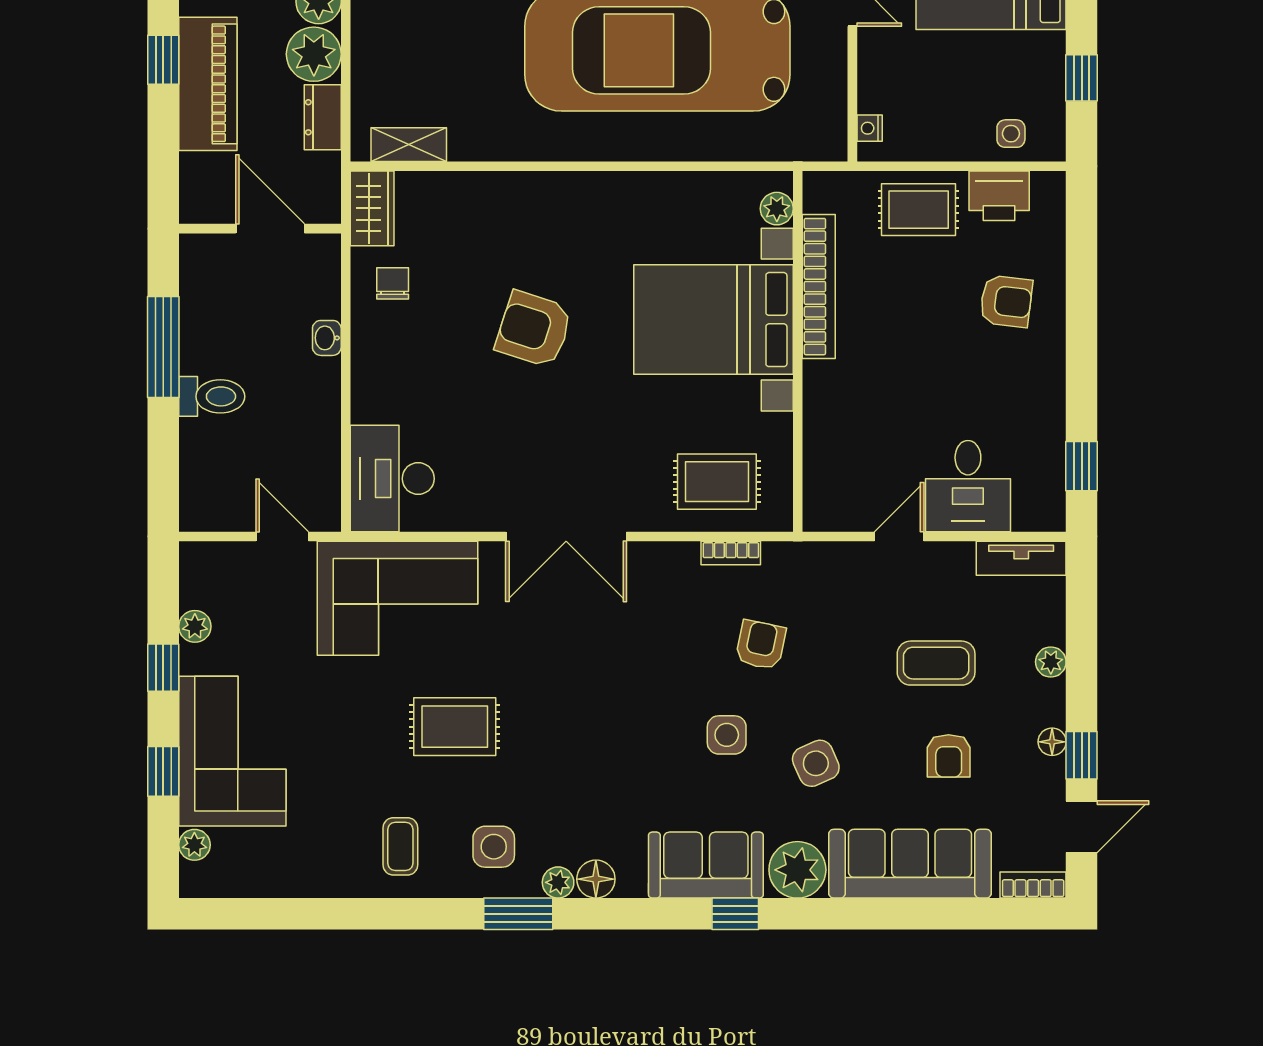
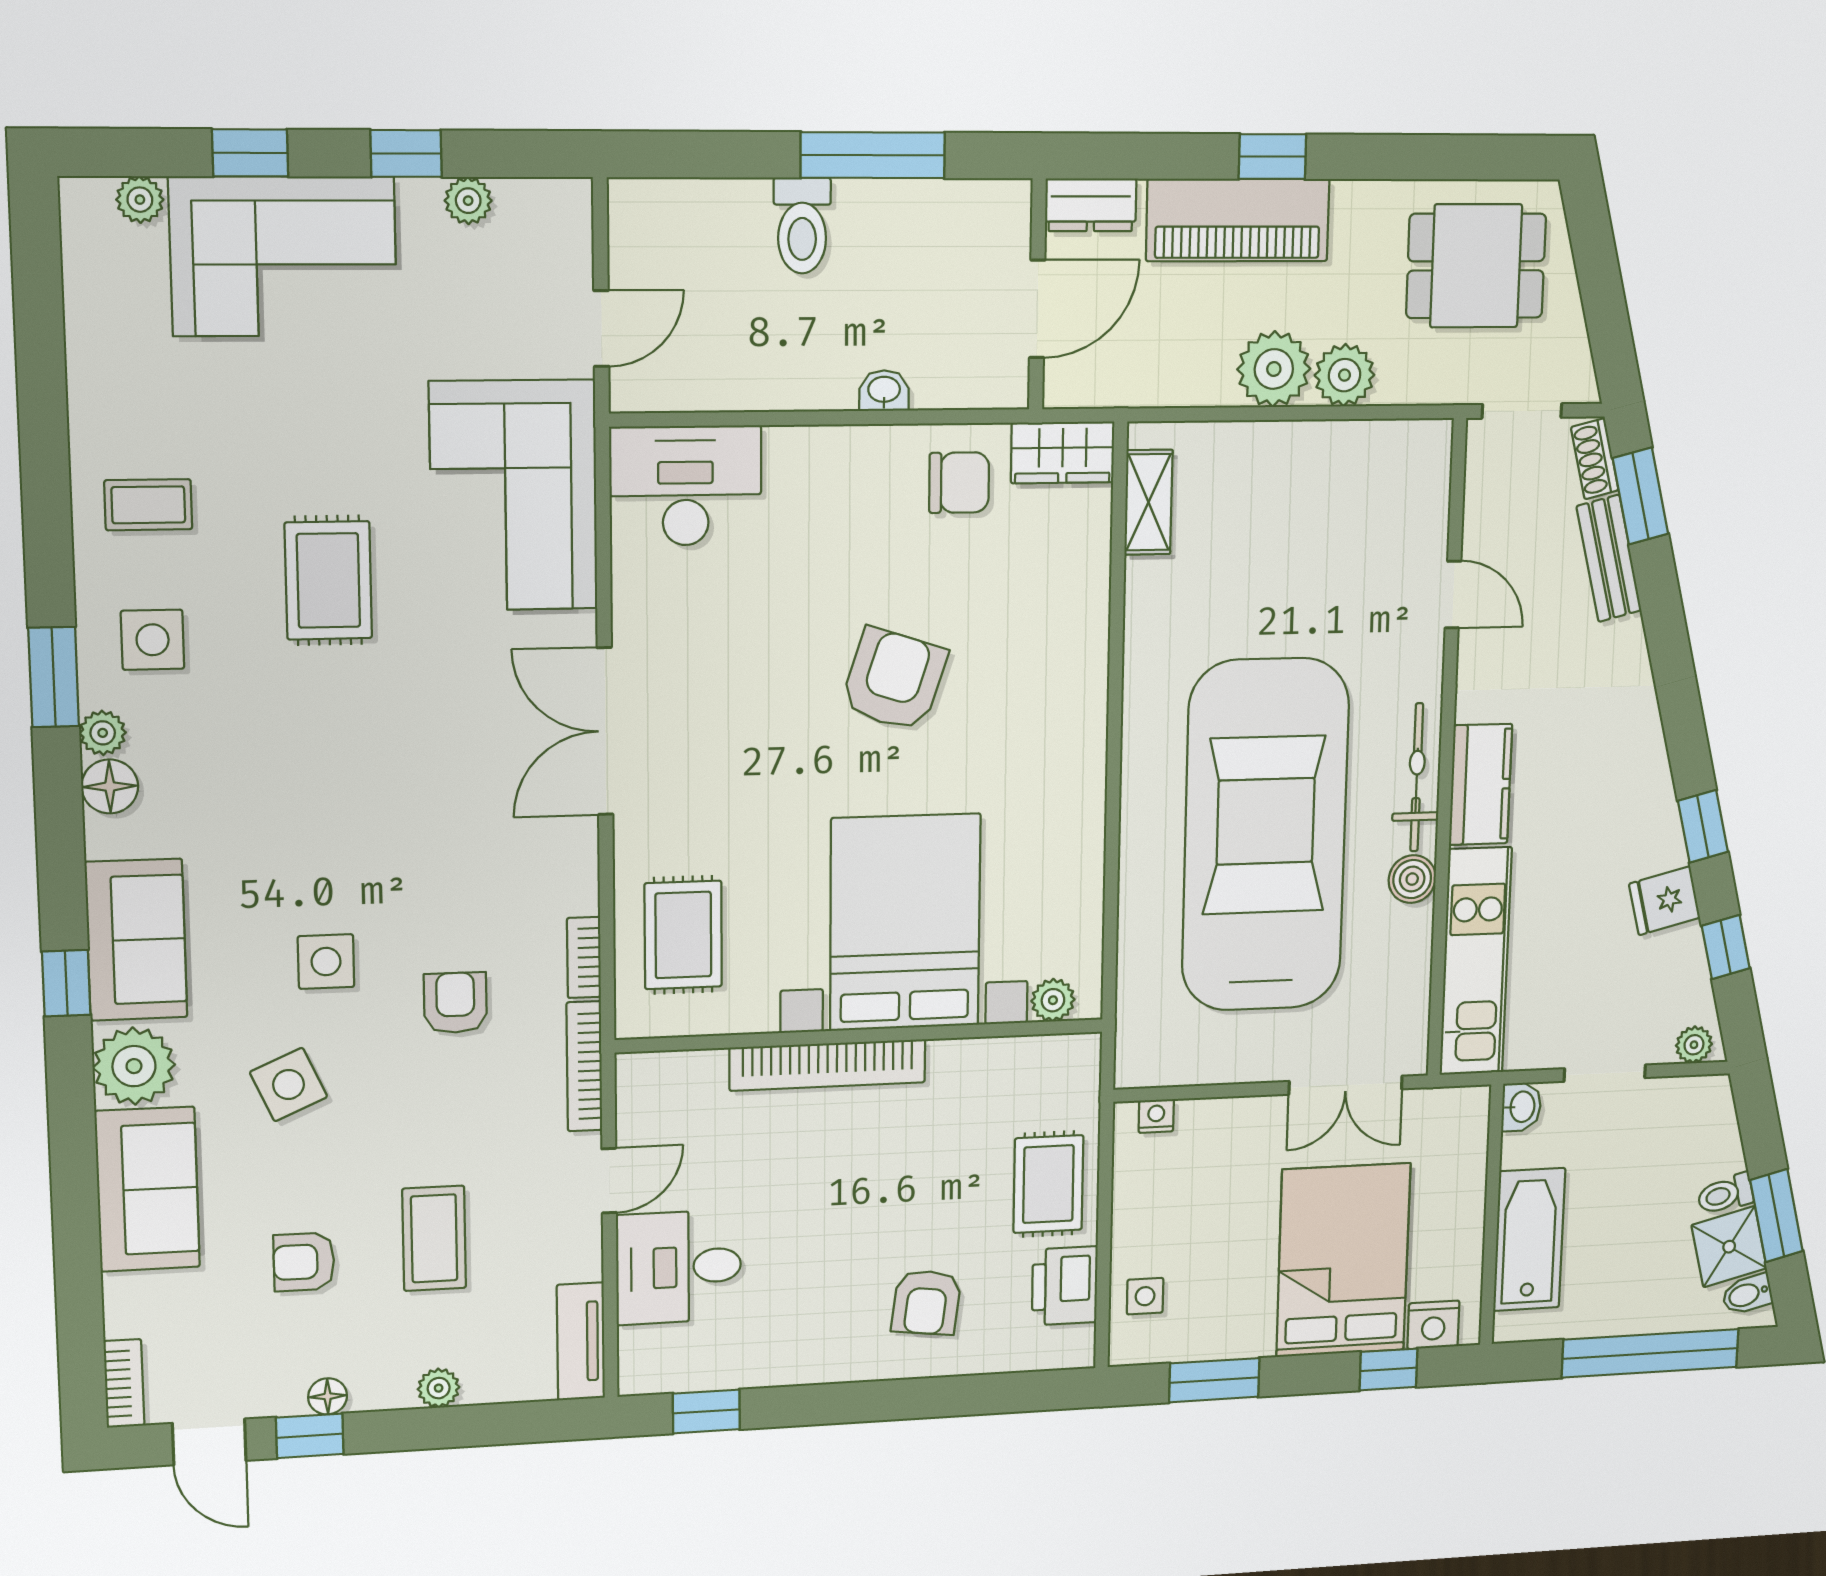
window: (1082, 78) -> (1214, 1380), width x1.50
dresser: (323, 117) -> (1091, 205), moved, turned 180
chair: (393, 283) -> (959, 483), width x1.37, depth x1.37
bookcase: (819, 287) -> (828, 1065), moved
door: (899, 536) -> (609, 1181), hinge flipped
bookcase: (812, 554) -> (584, 1066), added
armchair: (761, 645) -> (455, 1003), turned -102
sofa: (910, 864) -> (147, 1189), width x0.73

